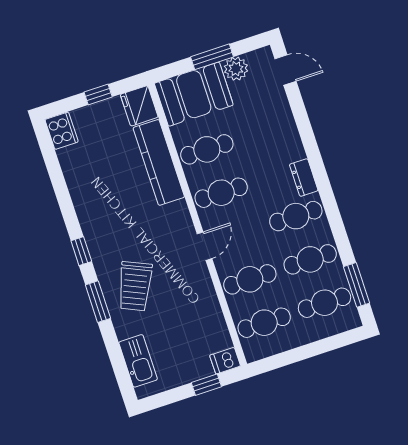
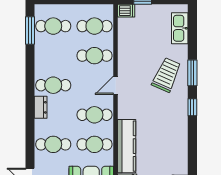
cafe table: (310, 259) -> (53, 144), moved

